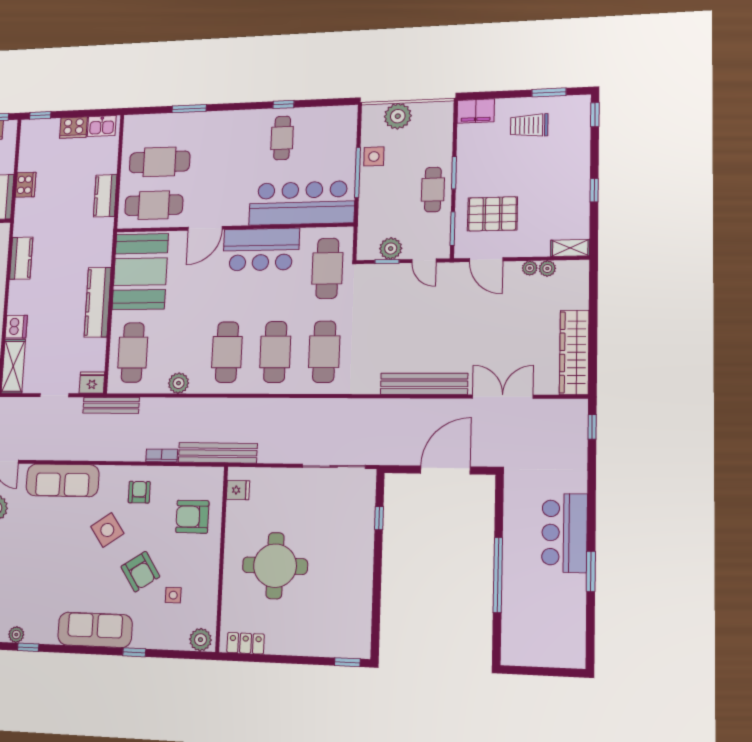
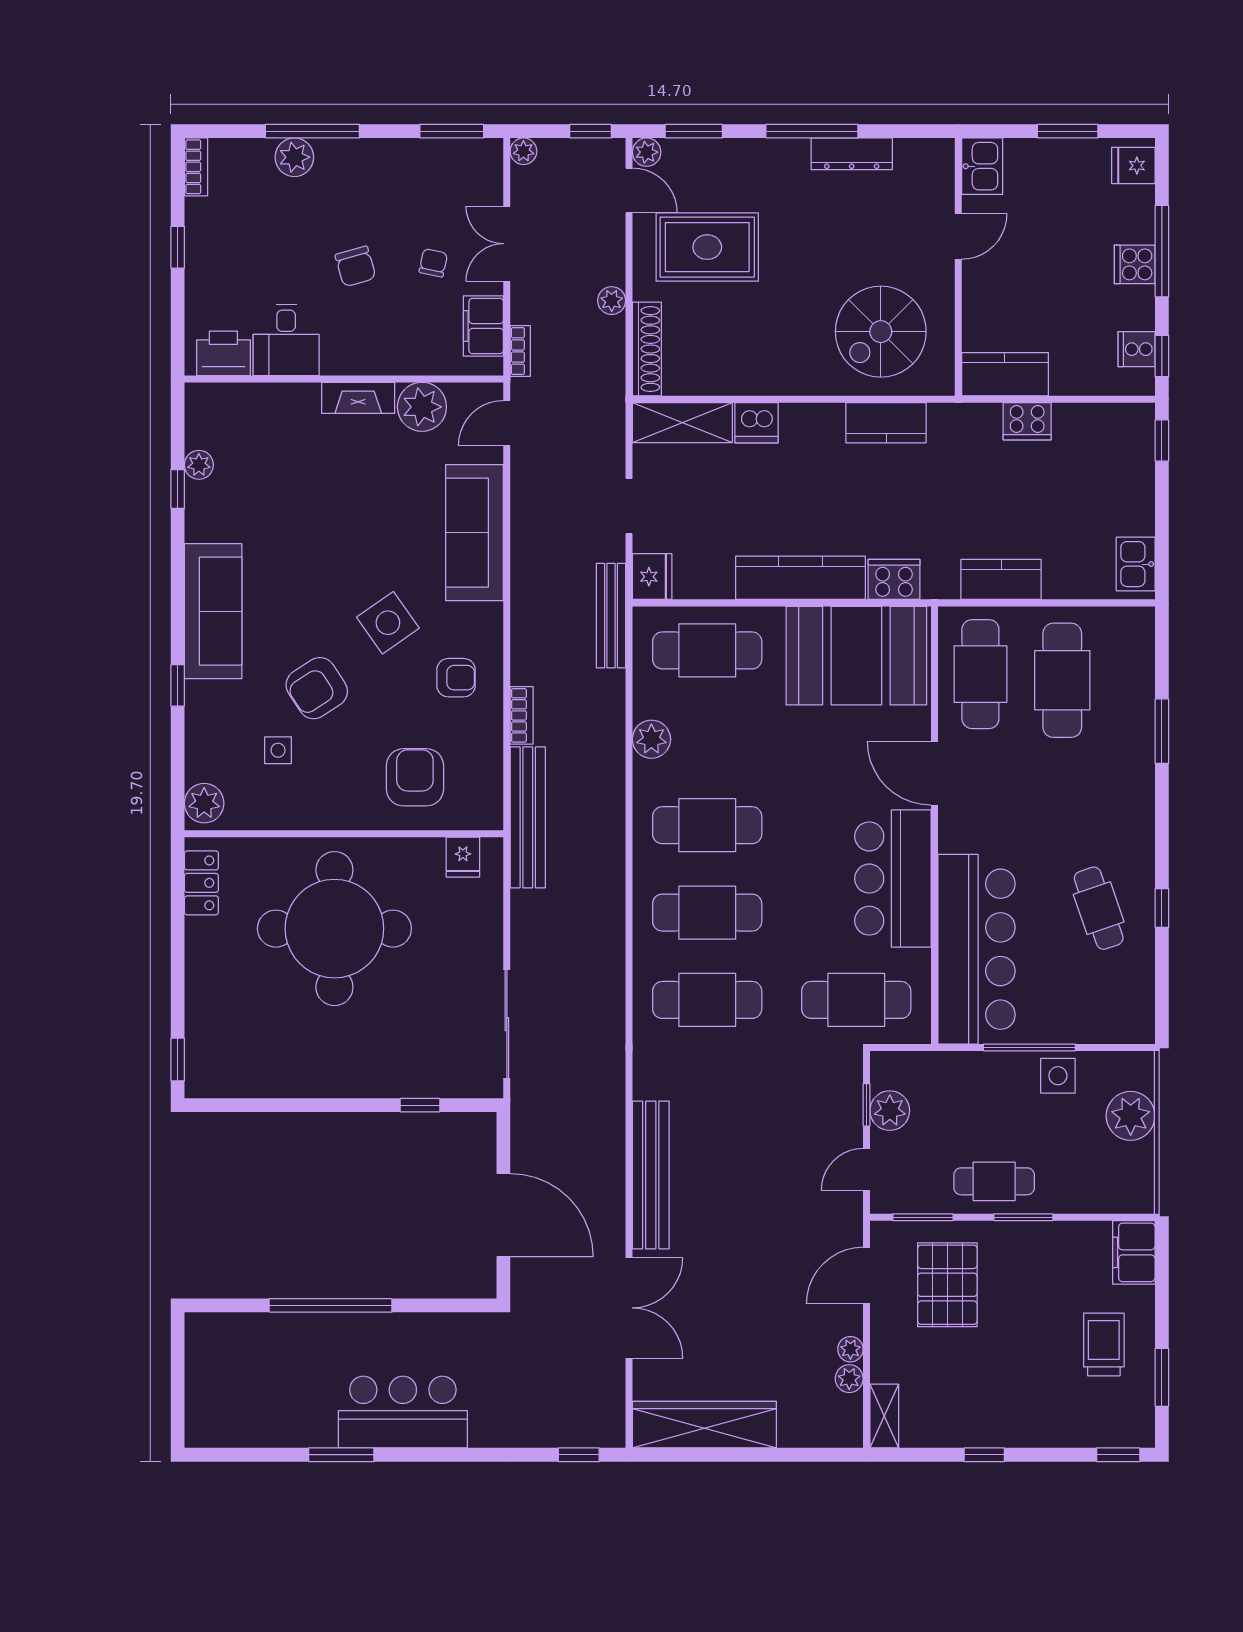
cooker: (74, 128) -> (894, 579), moved, turned 90
cafe table: (282, 138) -> (1099, 908), turned 71
round table: (275, 566) -> (334, 929), width x1.36, depth x1.36

